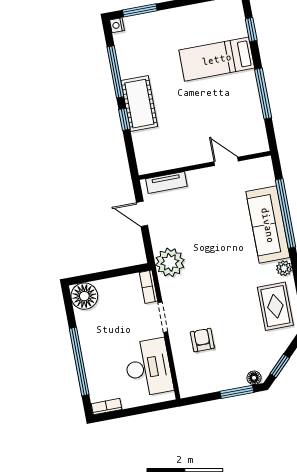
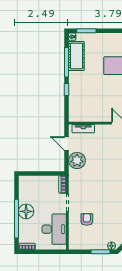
cot: (139, 104) -> (76, 56), moved
plant: (170, 262) -> (77, 160), moved
floor lamp: (84, 296) -> (26, 211), moved

